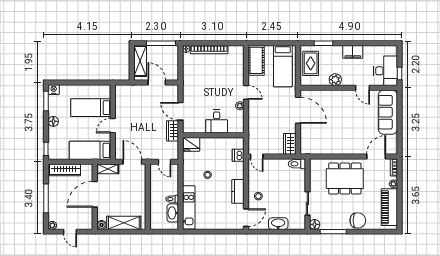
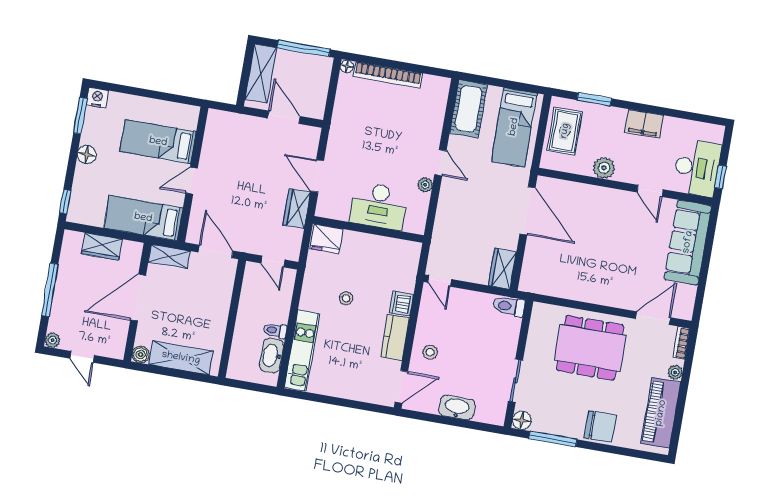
desk: (217, 122) -> (379, 206), width x1.37
dishwasher: (238, 155) -> (401, 304), moved
wardrobe: (65, 170) -> (102, 247), width x0.67

